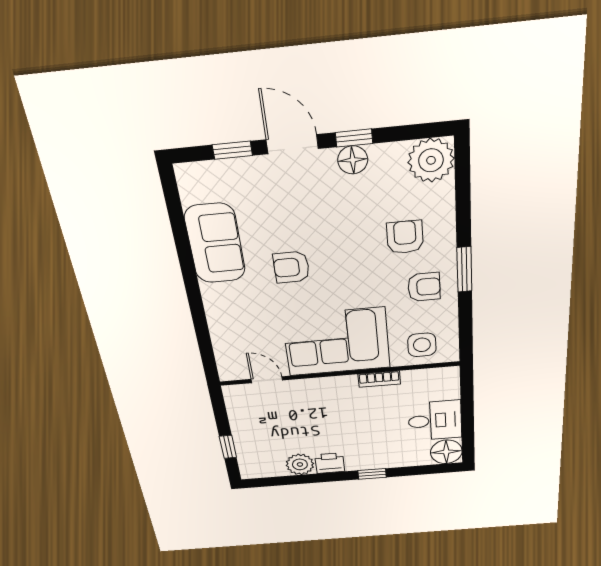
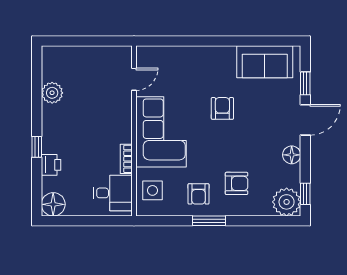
window: (354, 138) -> (305, 194), moved
sofa: (215, 244) -> (265, 62), moved
desk: (435, 421) -> (113, 193), moved, turned -90
window: (228, 447) -> (75, 41), removed
printer: (330, 463) -> (51, 165), moved

